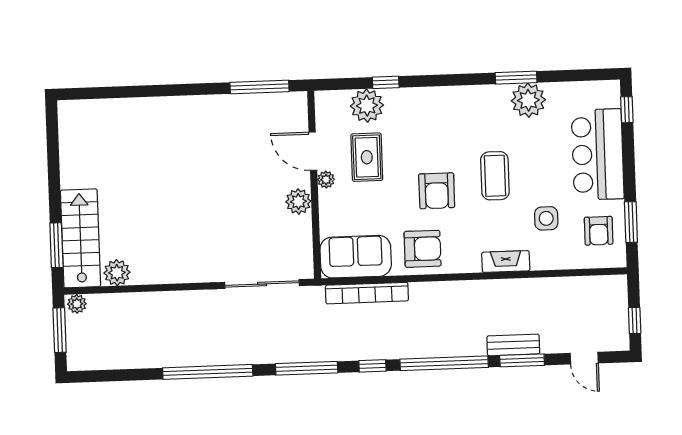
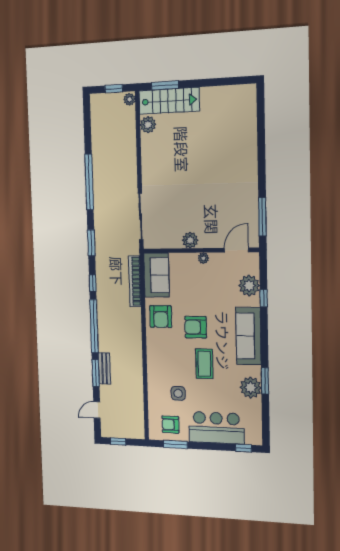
sofa: (446, 105) -> (248, 336), added
door: (313, 151) -> (236, 250), moved
rug: (367, 157) -> (217, 284), removed
coffee table: (495, 176) -> (204, 364), turned 90
fireplace: (506, 261) -> (153, 367), removed
window: (60, 330) -> (114, 89), width x0.67
window: (307, 368) -> (91, 243), width x0.69

